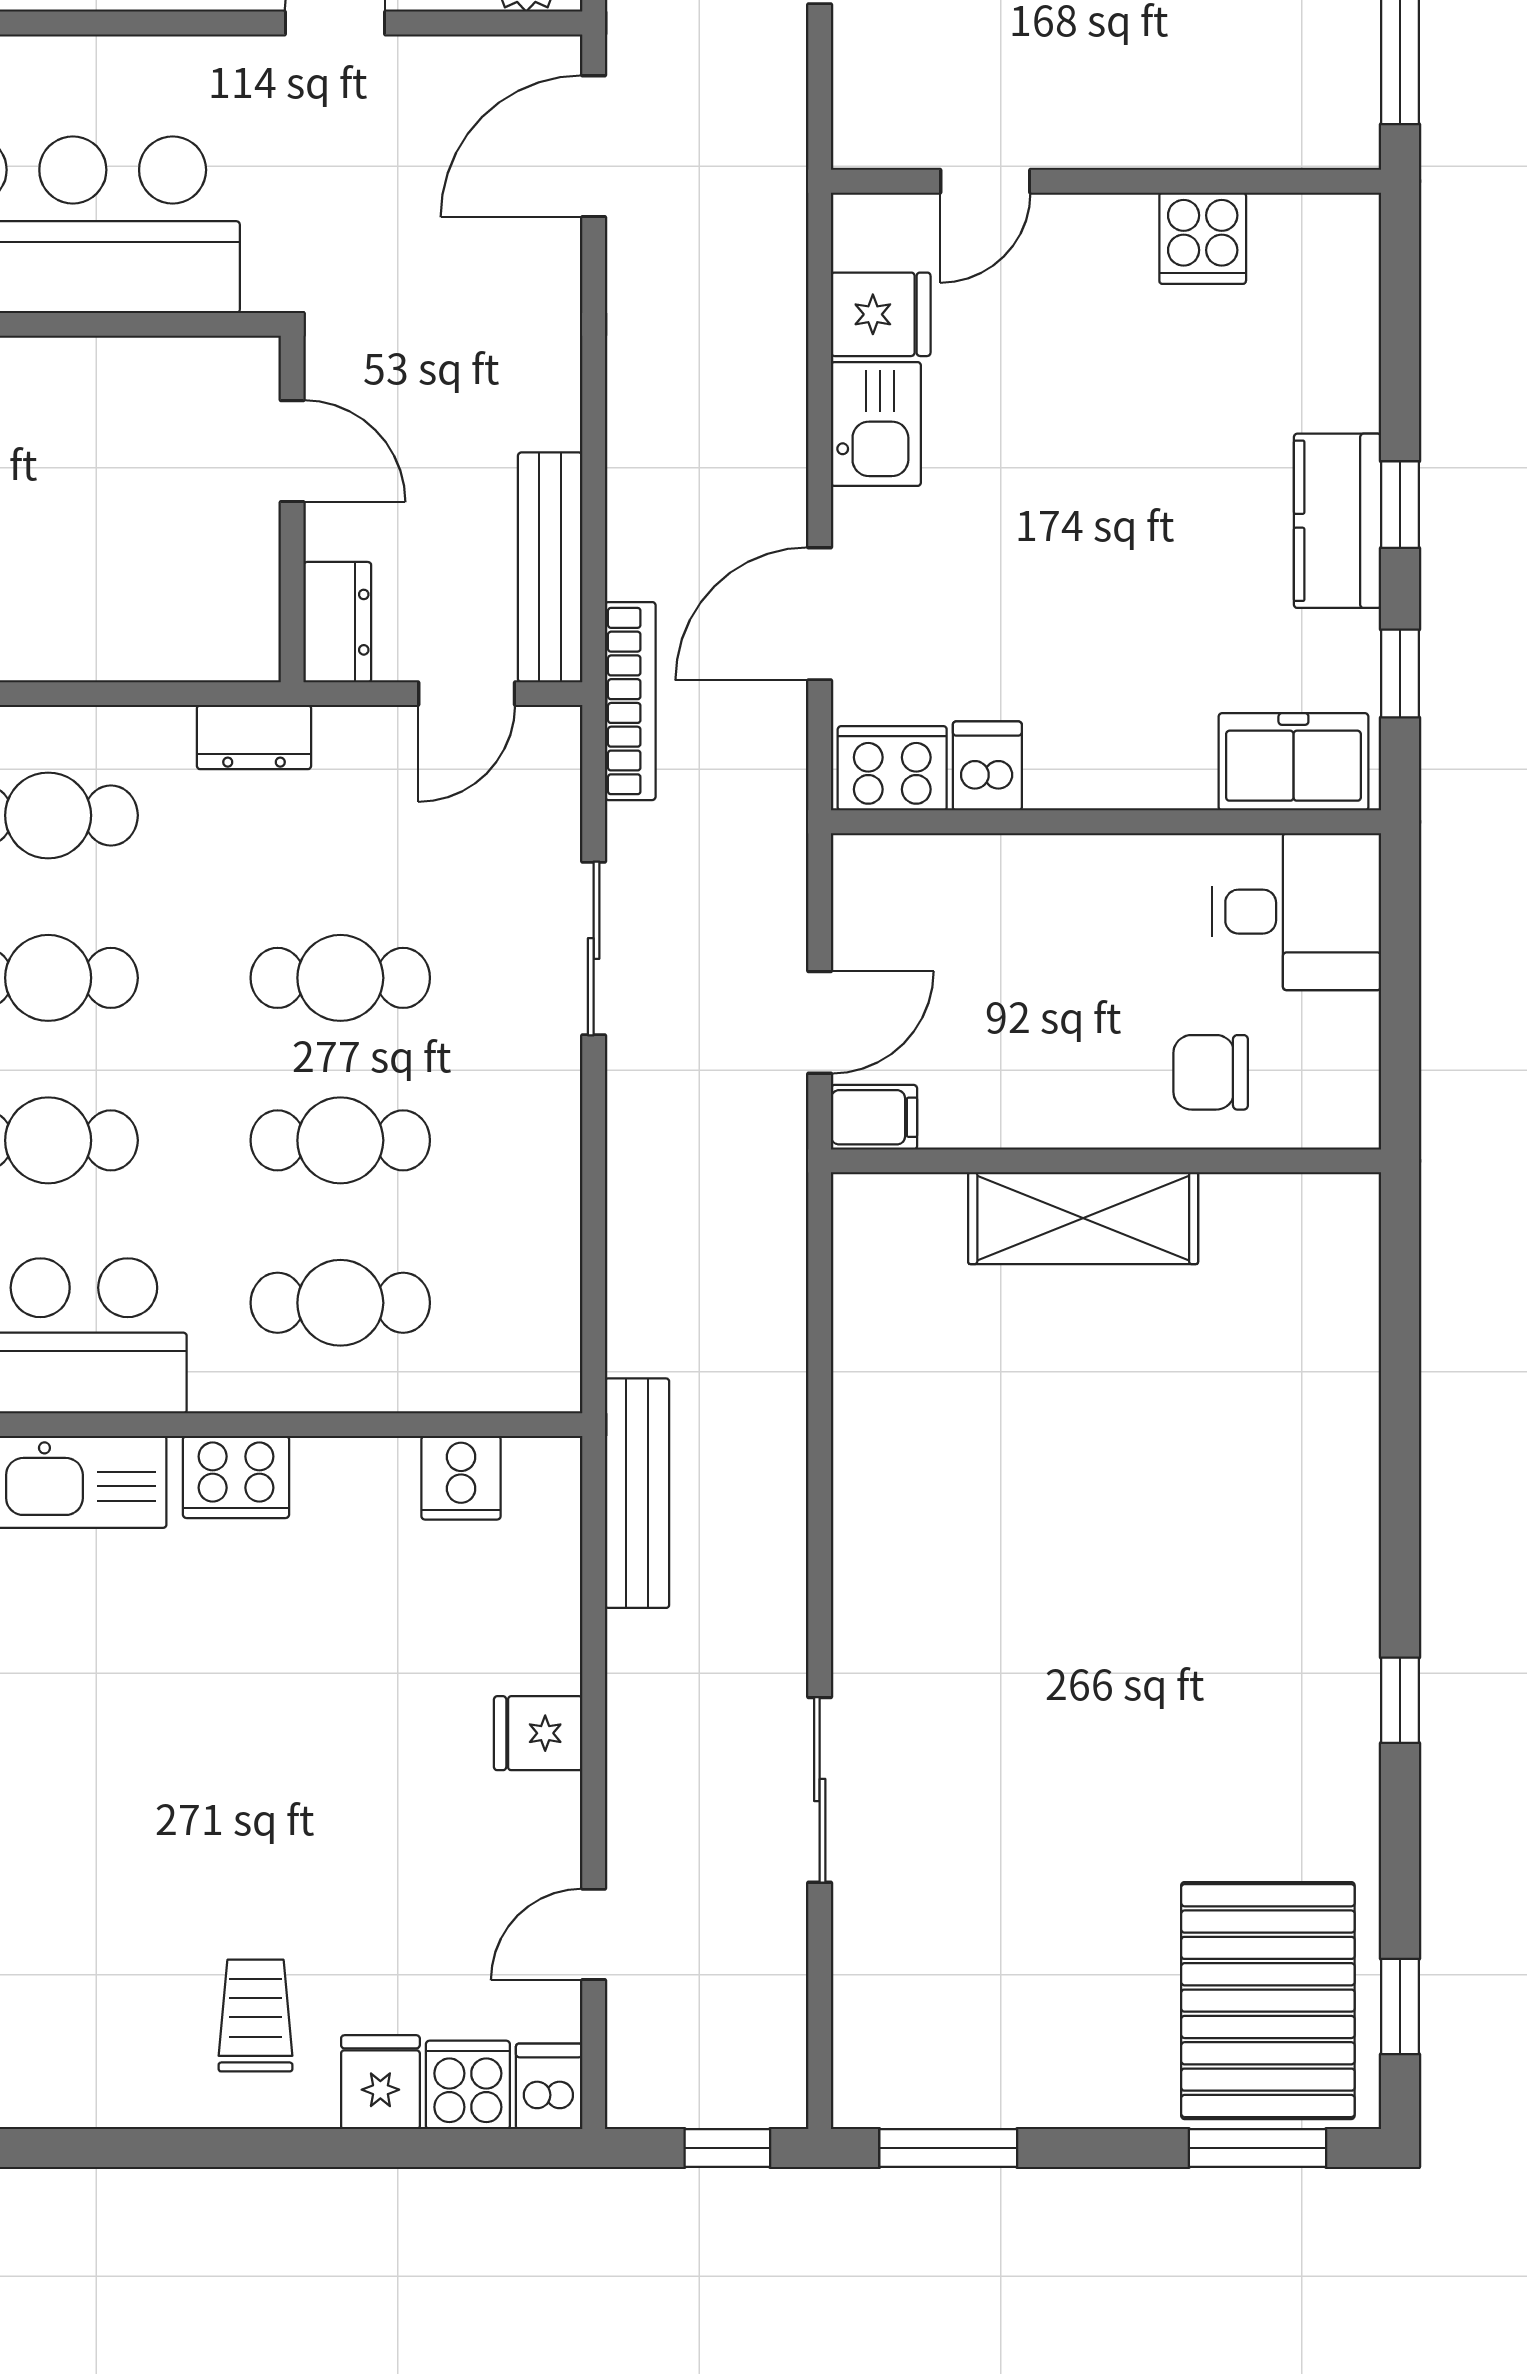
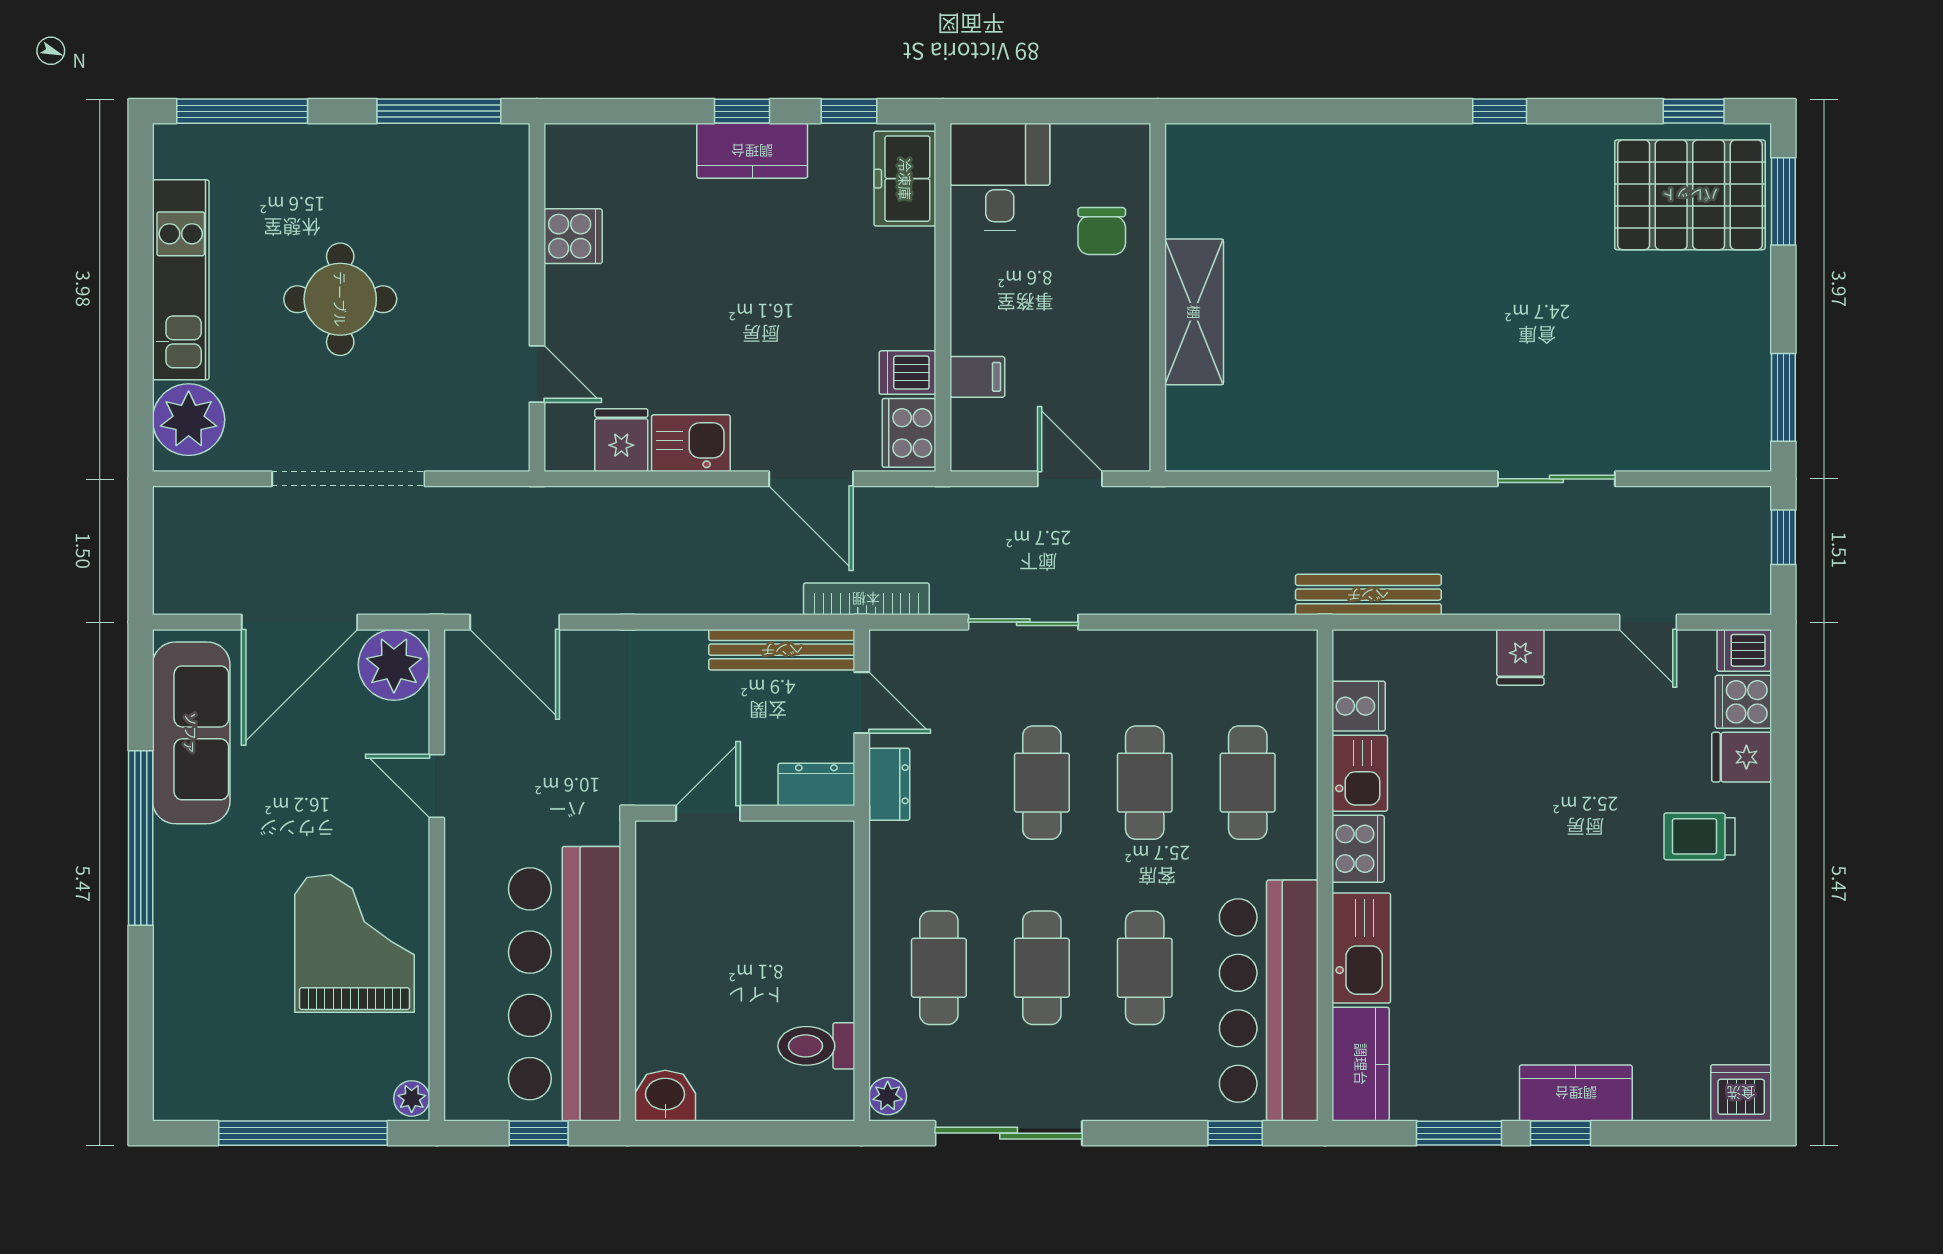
dresser: (254, 737) -> (889, 784), moved
filing cabinet: (874, 1117) -> (977, 377), moved, turned 90
kitchen sink: (355, 1480) -> (1360, 773), added

